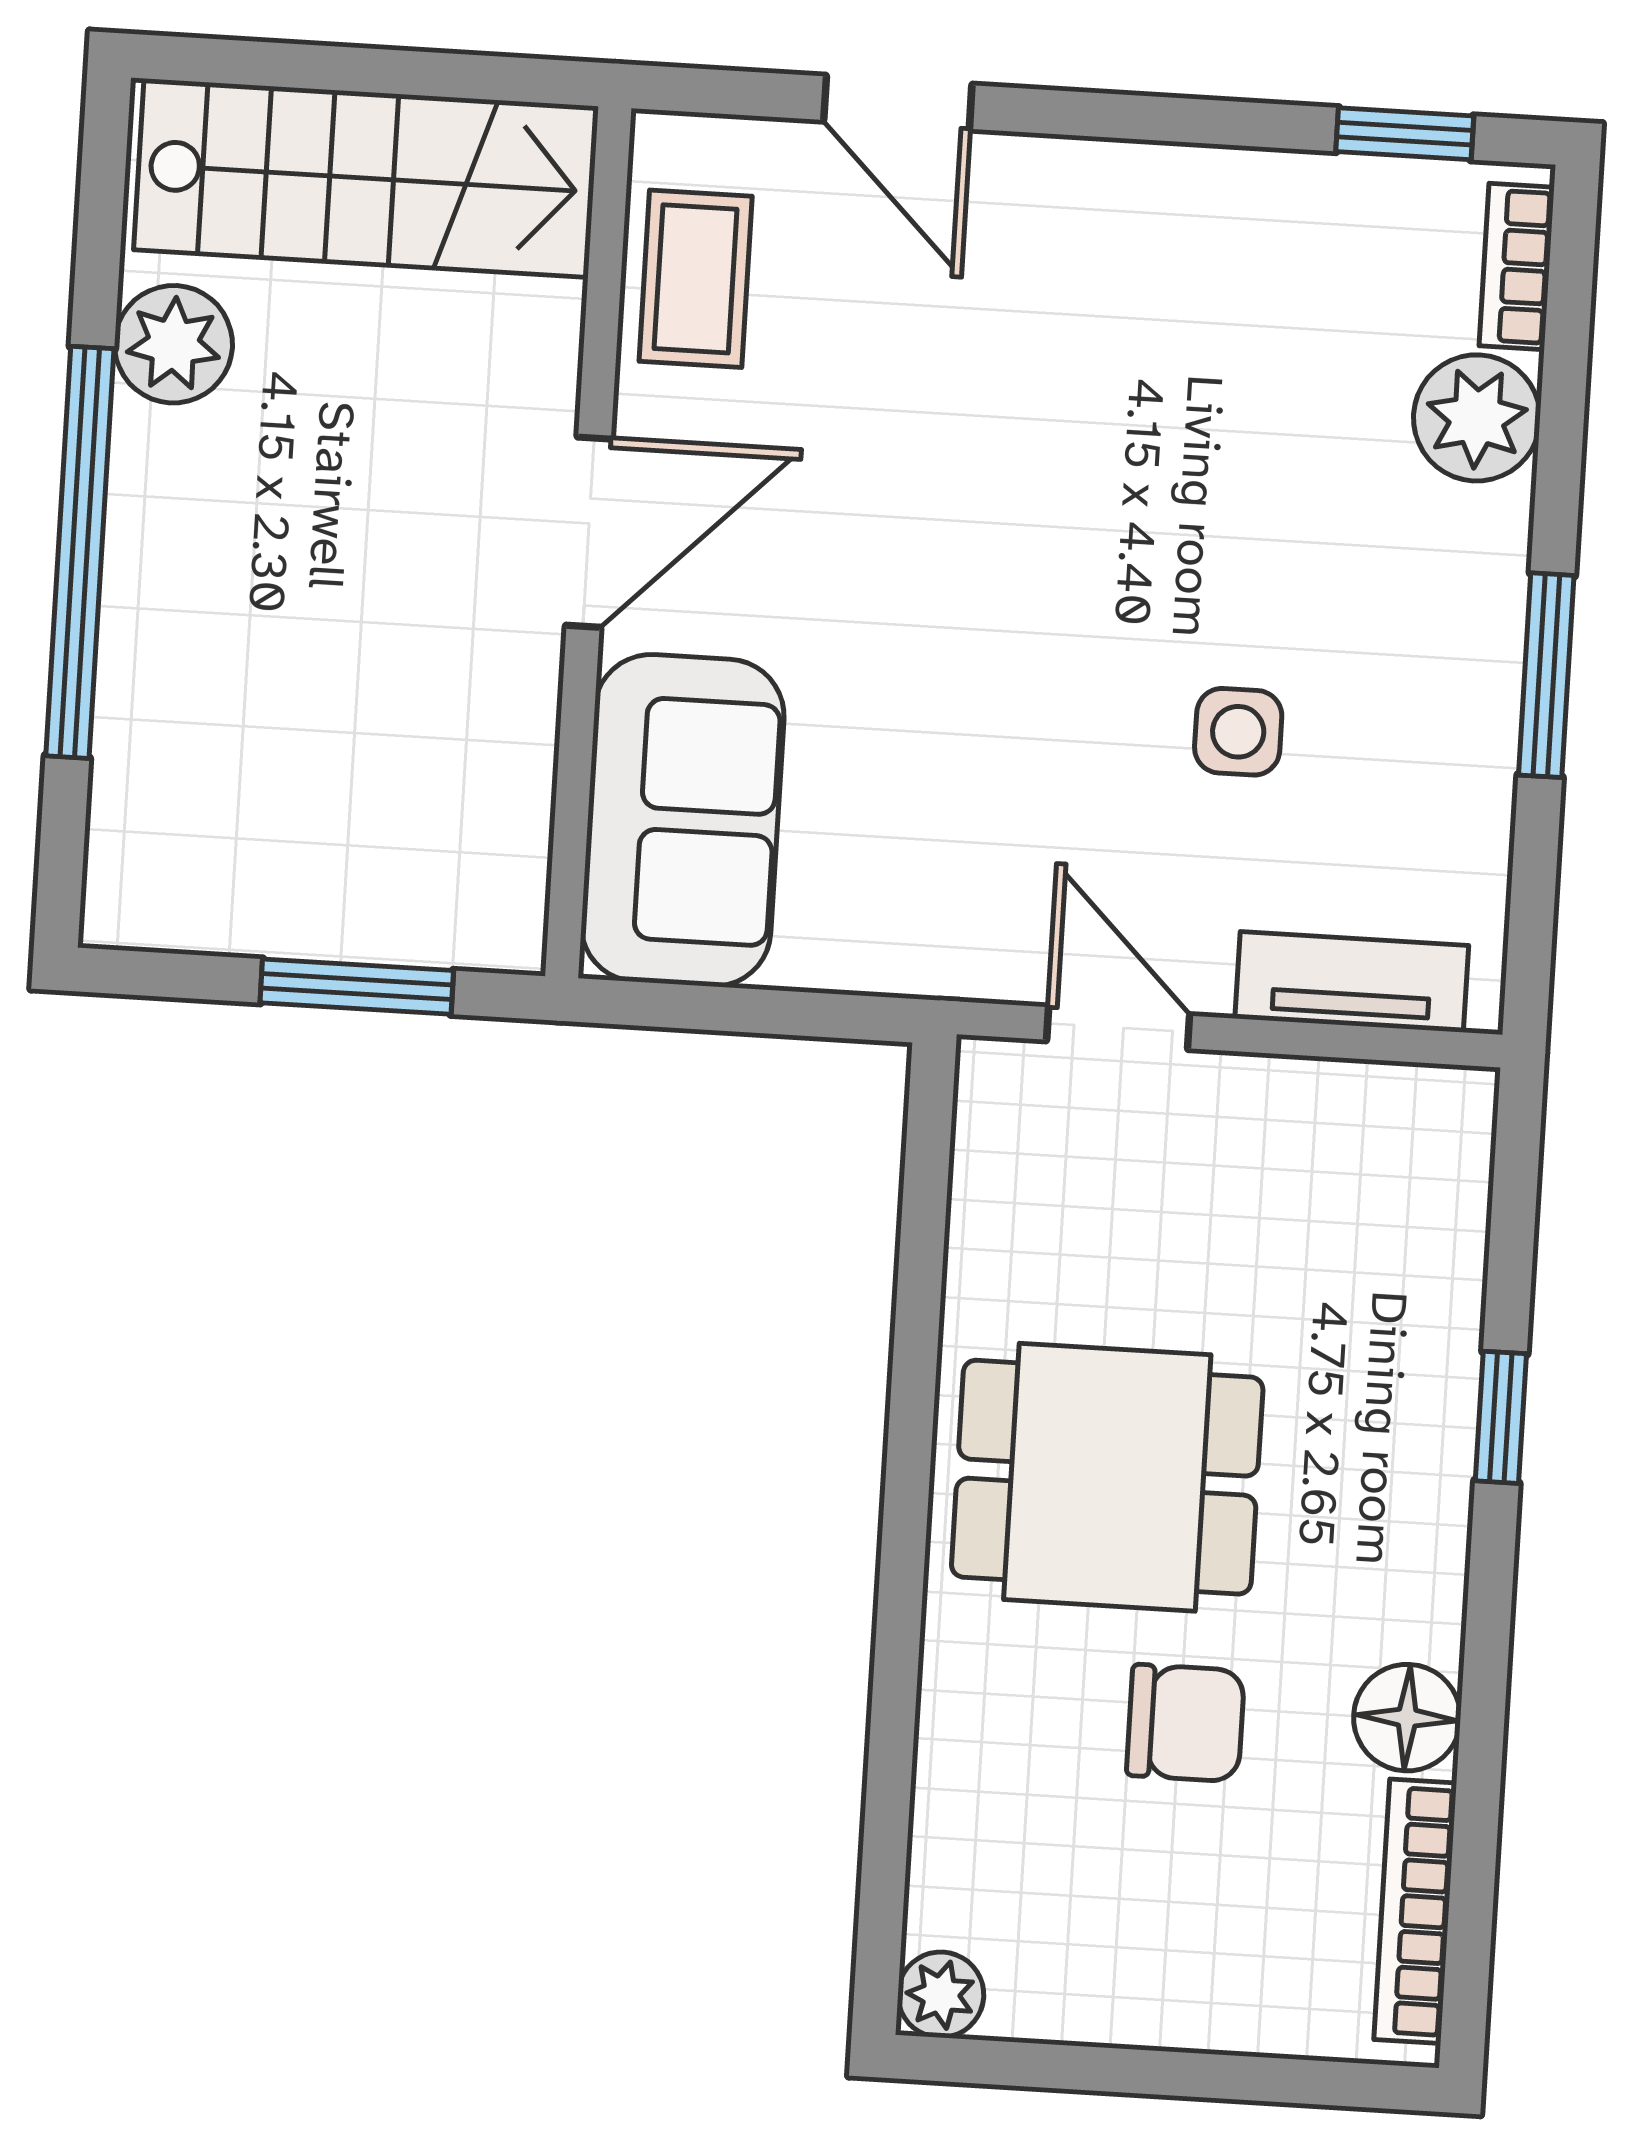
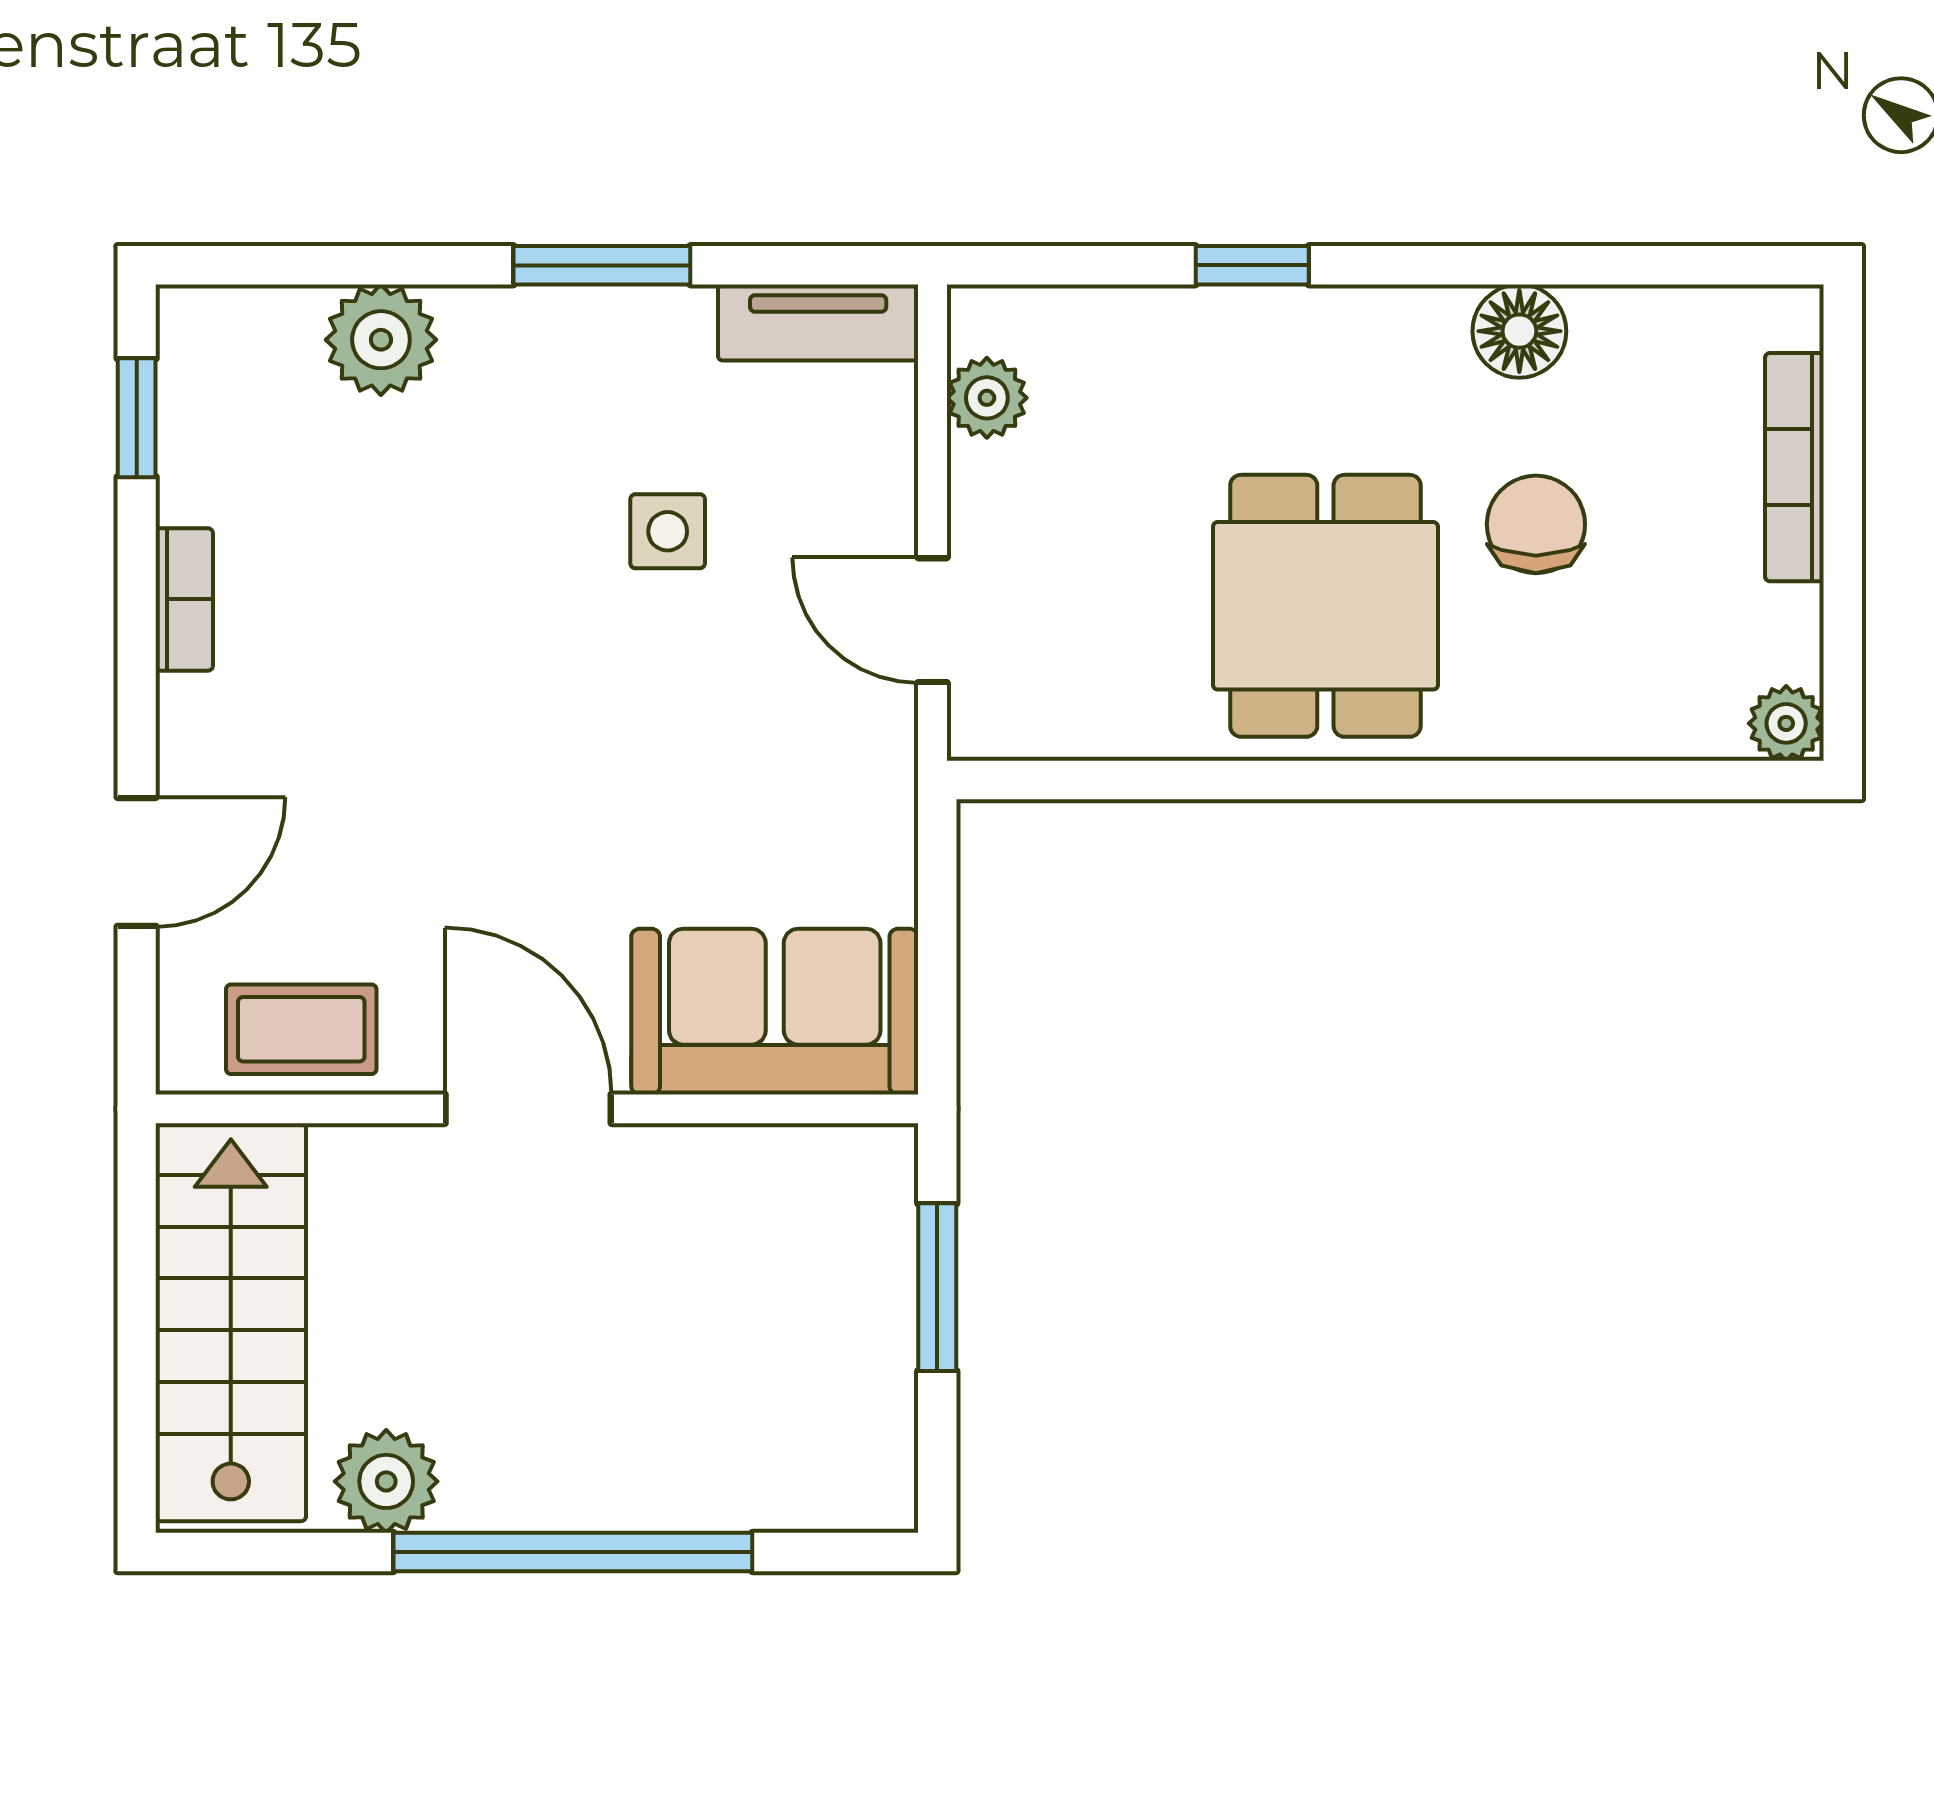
bookcase: (1517, 267) -> (184, 599), moved, turned -90
tv unit: (1352, 982) -> (818, 323), moved, turned -90
door: (1118, 1028) -> (932, 620), hinge flipped
plant: (1368, 1105) -> (987, 398), added
bookcase: (1415, 1911) -> (1794, 467), moved, turned 90

